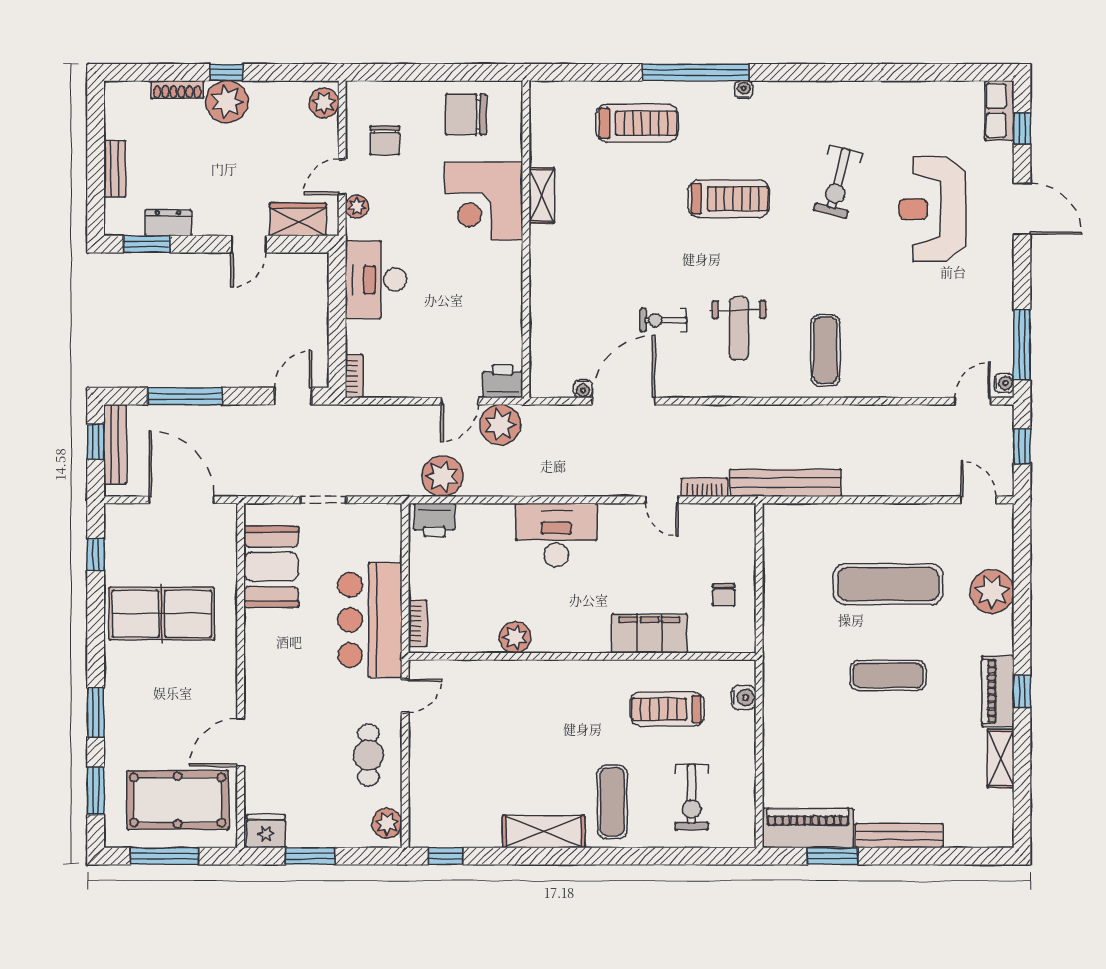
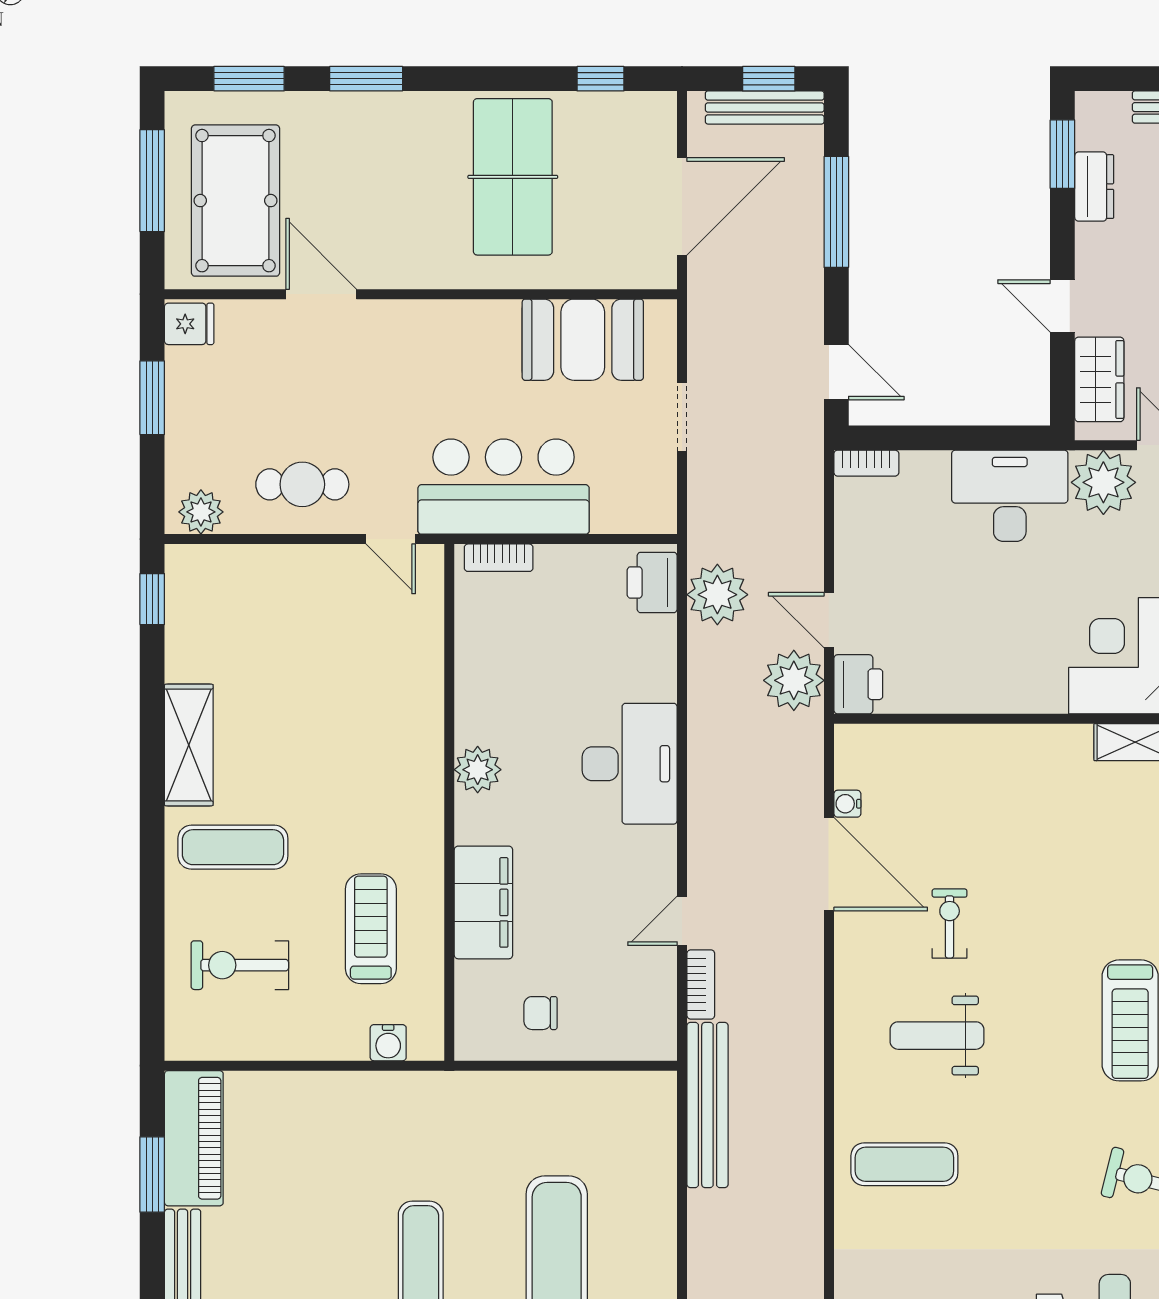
plant: (357, 207) -> (1103, 482), width x1.88, depth x1.88
plant: (515, 637) -> (478, 770), moved
fridge: (266, 831) -> (189, 324), width x0.72

